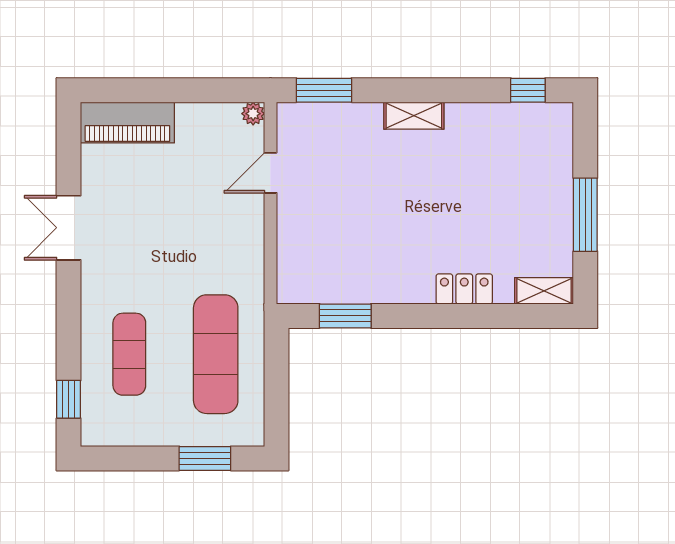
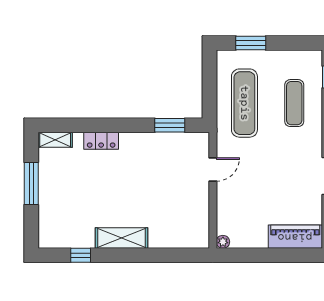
window: (324, 90) -> (182, 255), removed
window: (528, 90) -> (81, 255), moved
shelving: (414, 116) -> (121, 238), width x1.50, depth x1.33
door: (270, 173) -> (213, 169), moved

